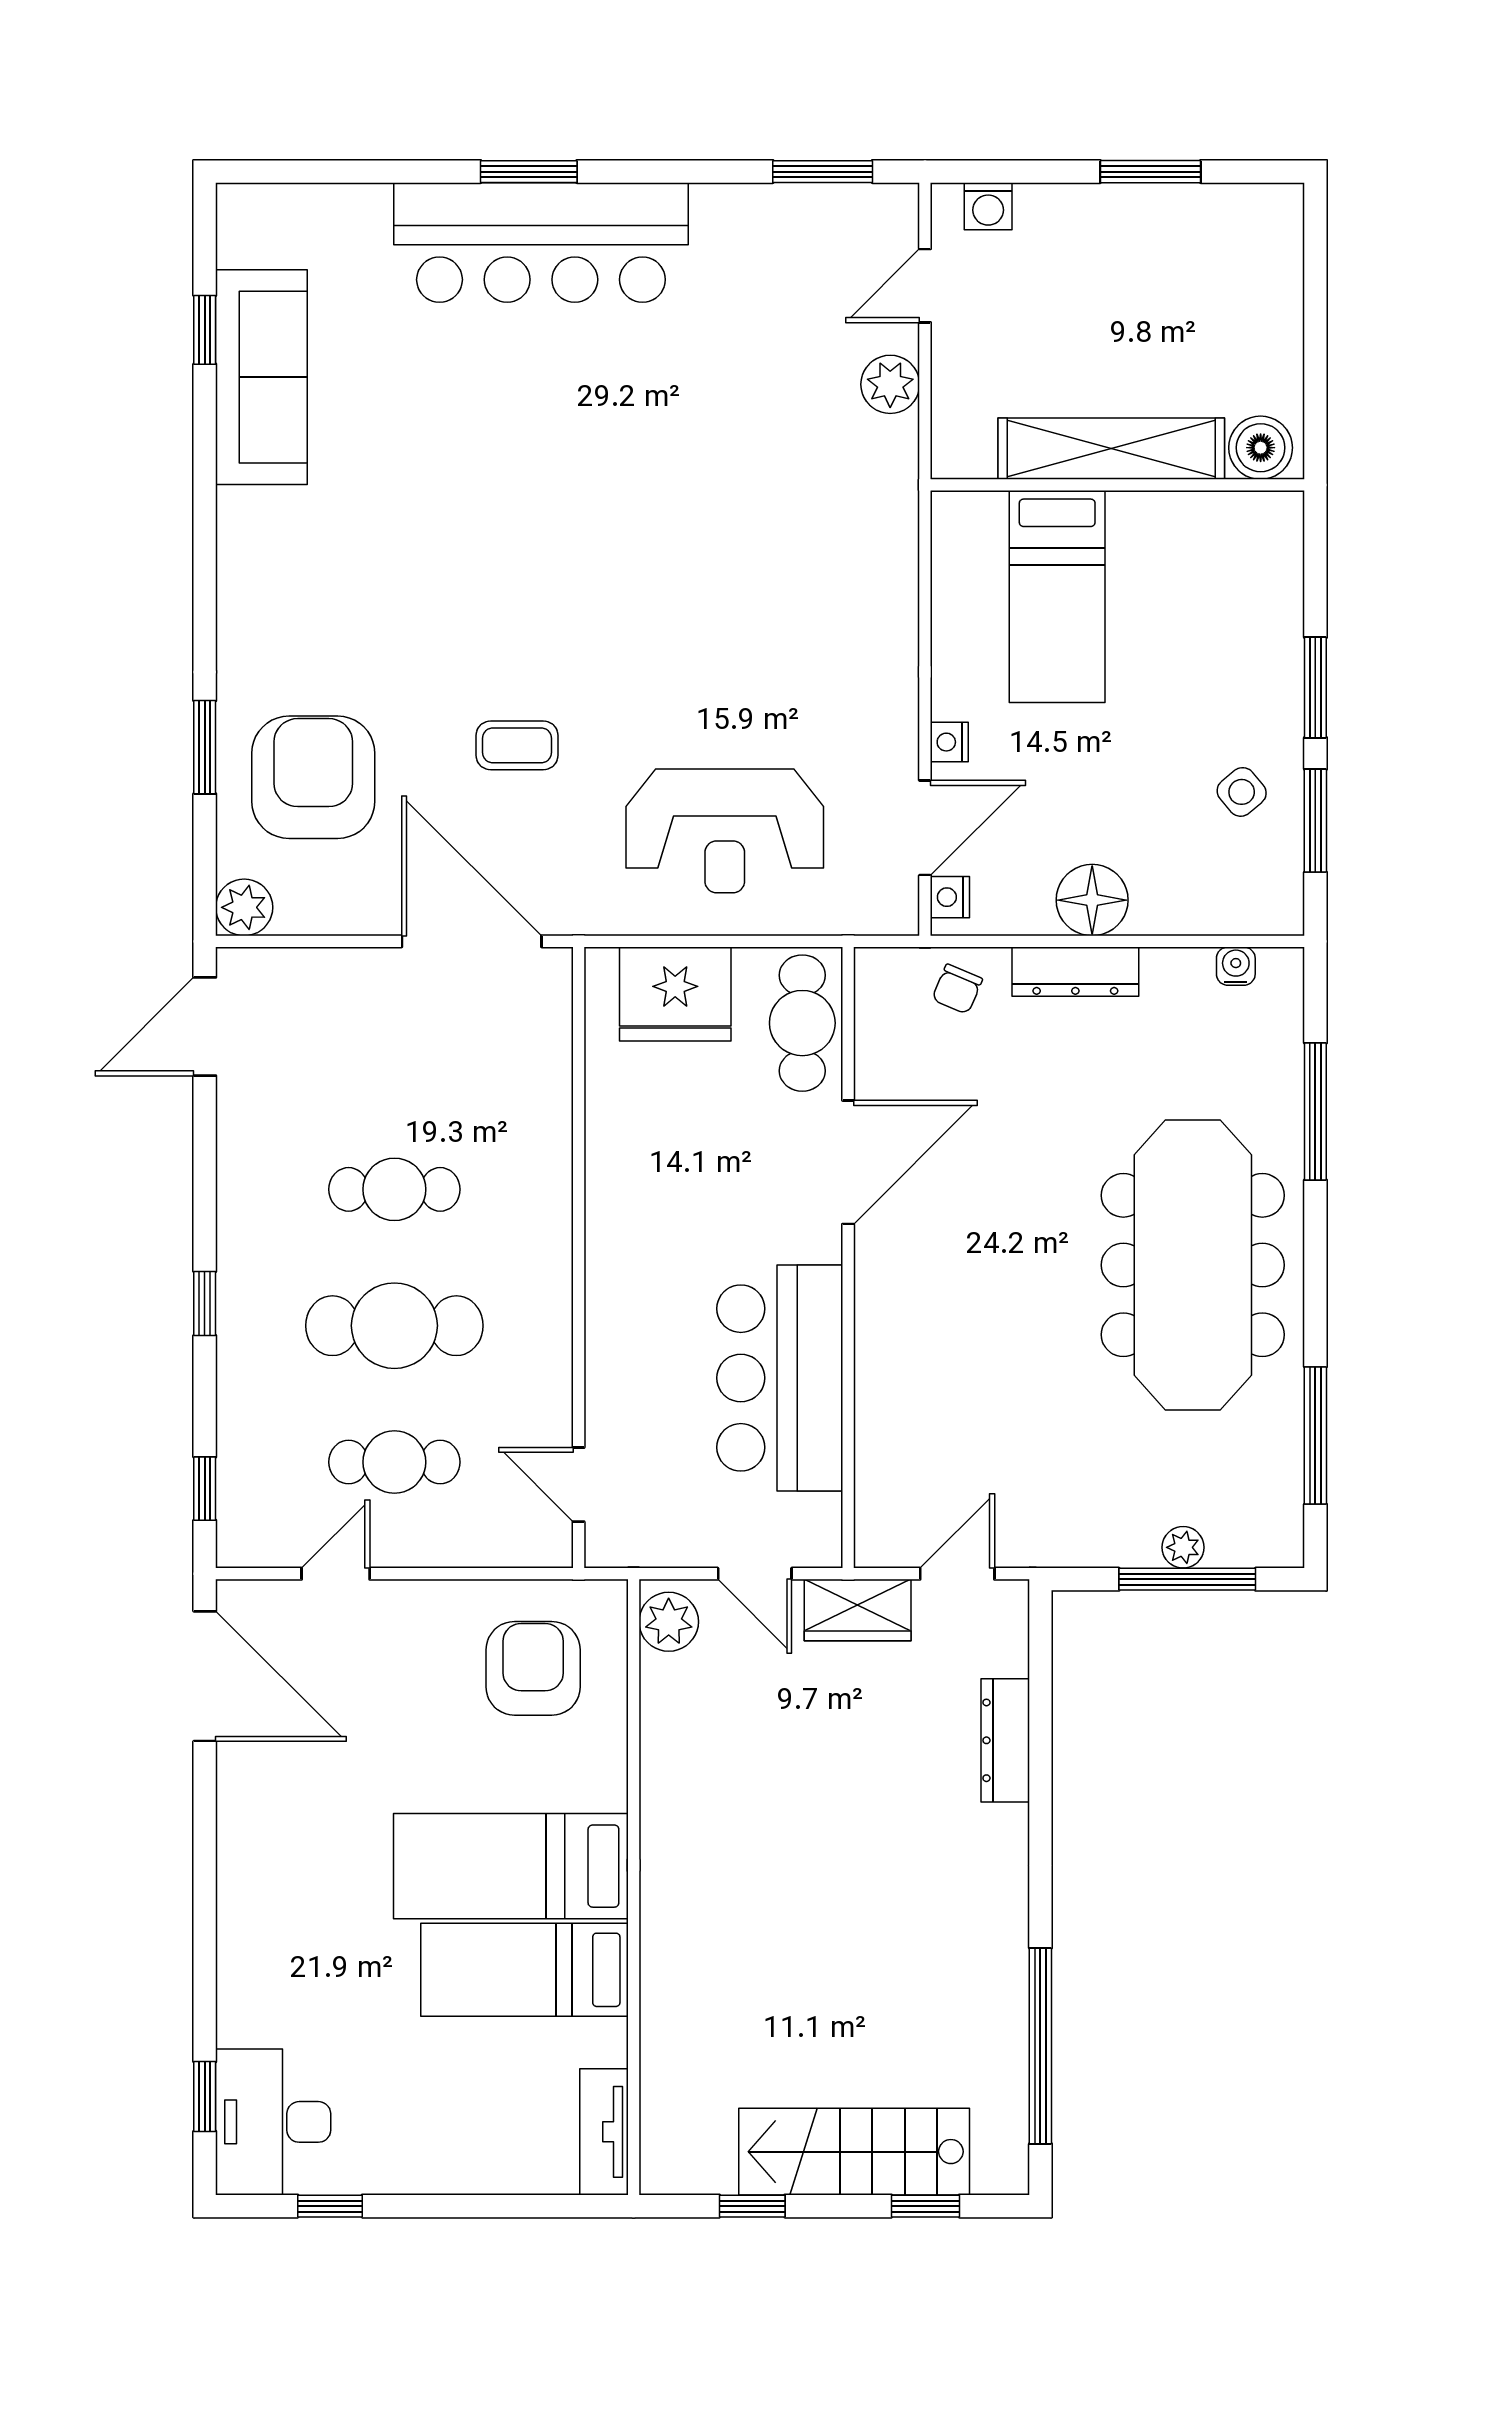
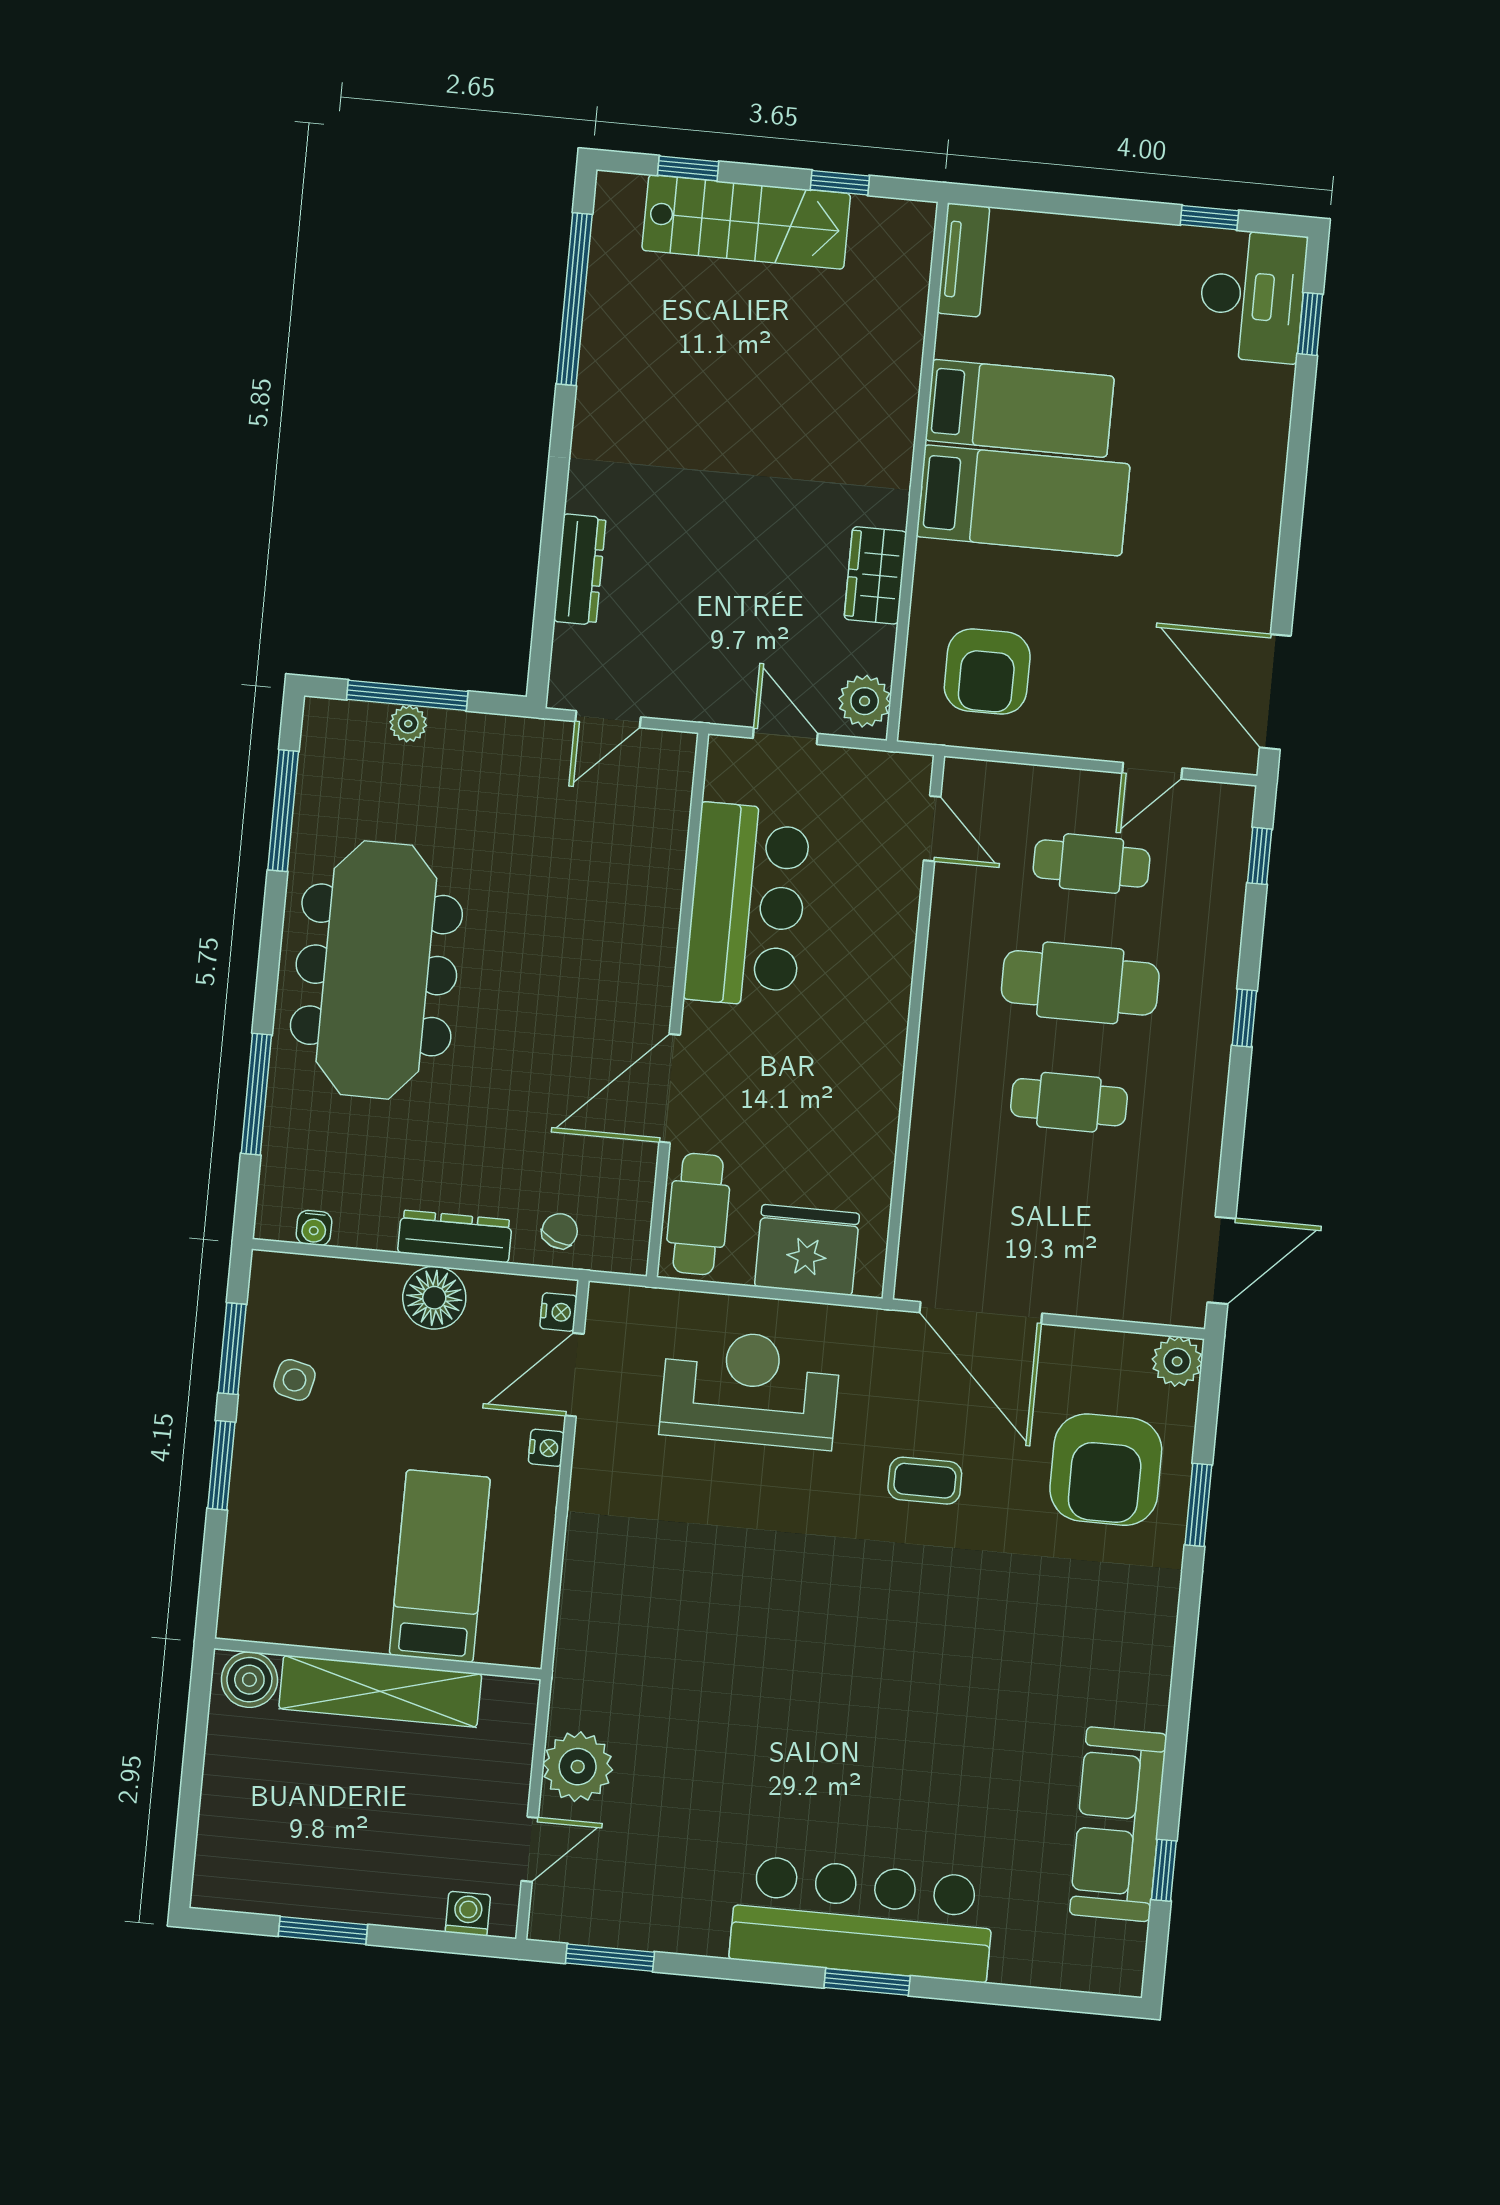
plant: (890, 384) -> (578, 1767), width x1.36, depth x1.36
side table: (1242, 792) -> (294, 1380), turned -37
wardrobe: (858, 1610) -> (875, 575), moved, turned -90

